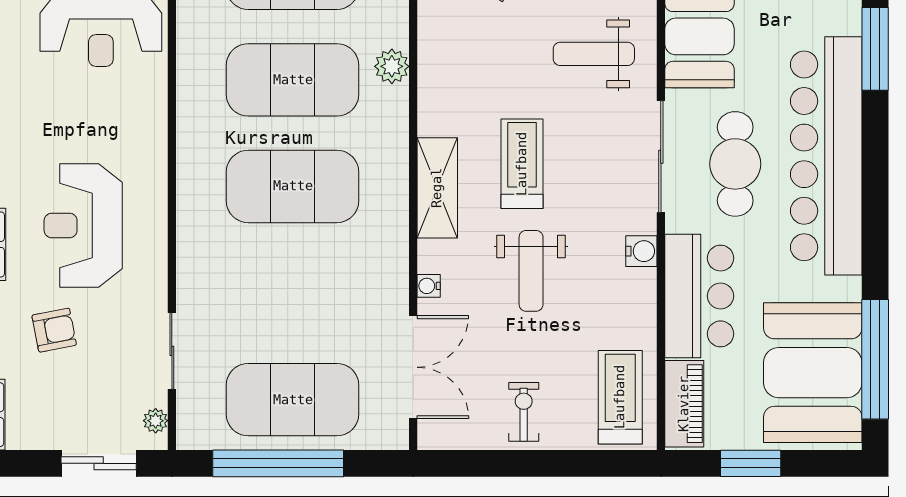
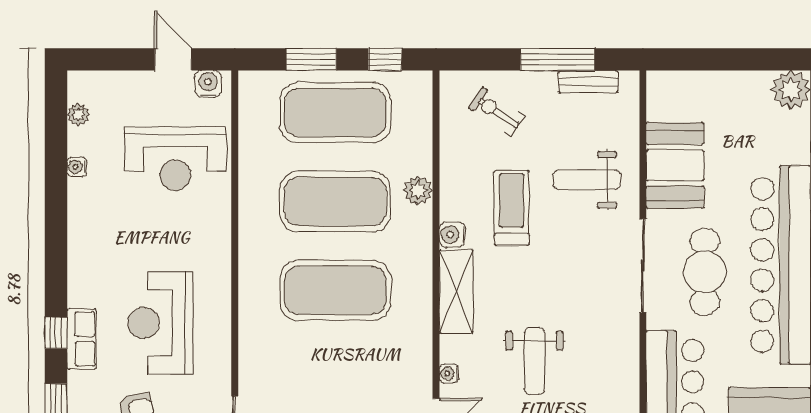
treadmill: (522, 164) -> (512, 208), moved
water cooler: (641, 251) -> (452, 234), moved, turned 180

